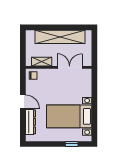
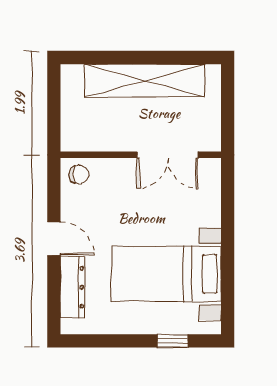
shelving: (42, 62) -> (100, 141), removed
double door: (70, 67) -> (167, 155), swing flipped

